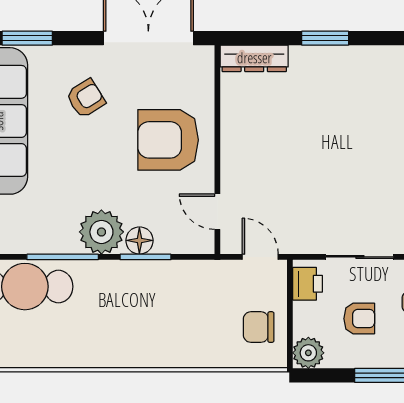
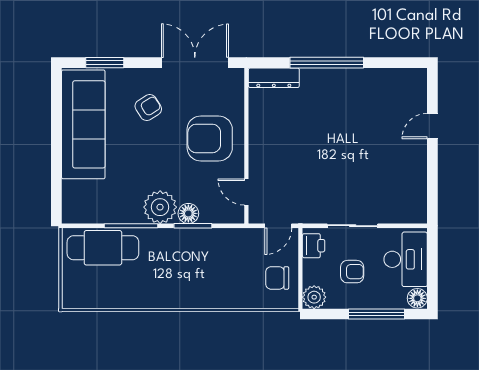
window: (325, 38) -> (327, 63), width x2.11
door: (260, 257) -> (278, 226), swing flipped

